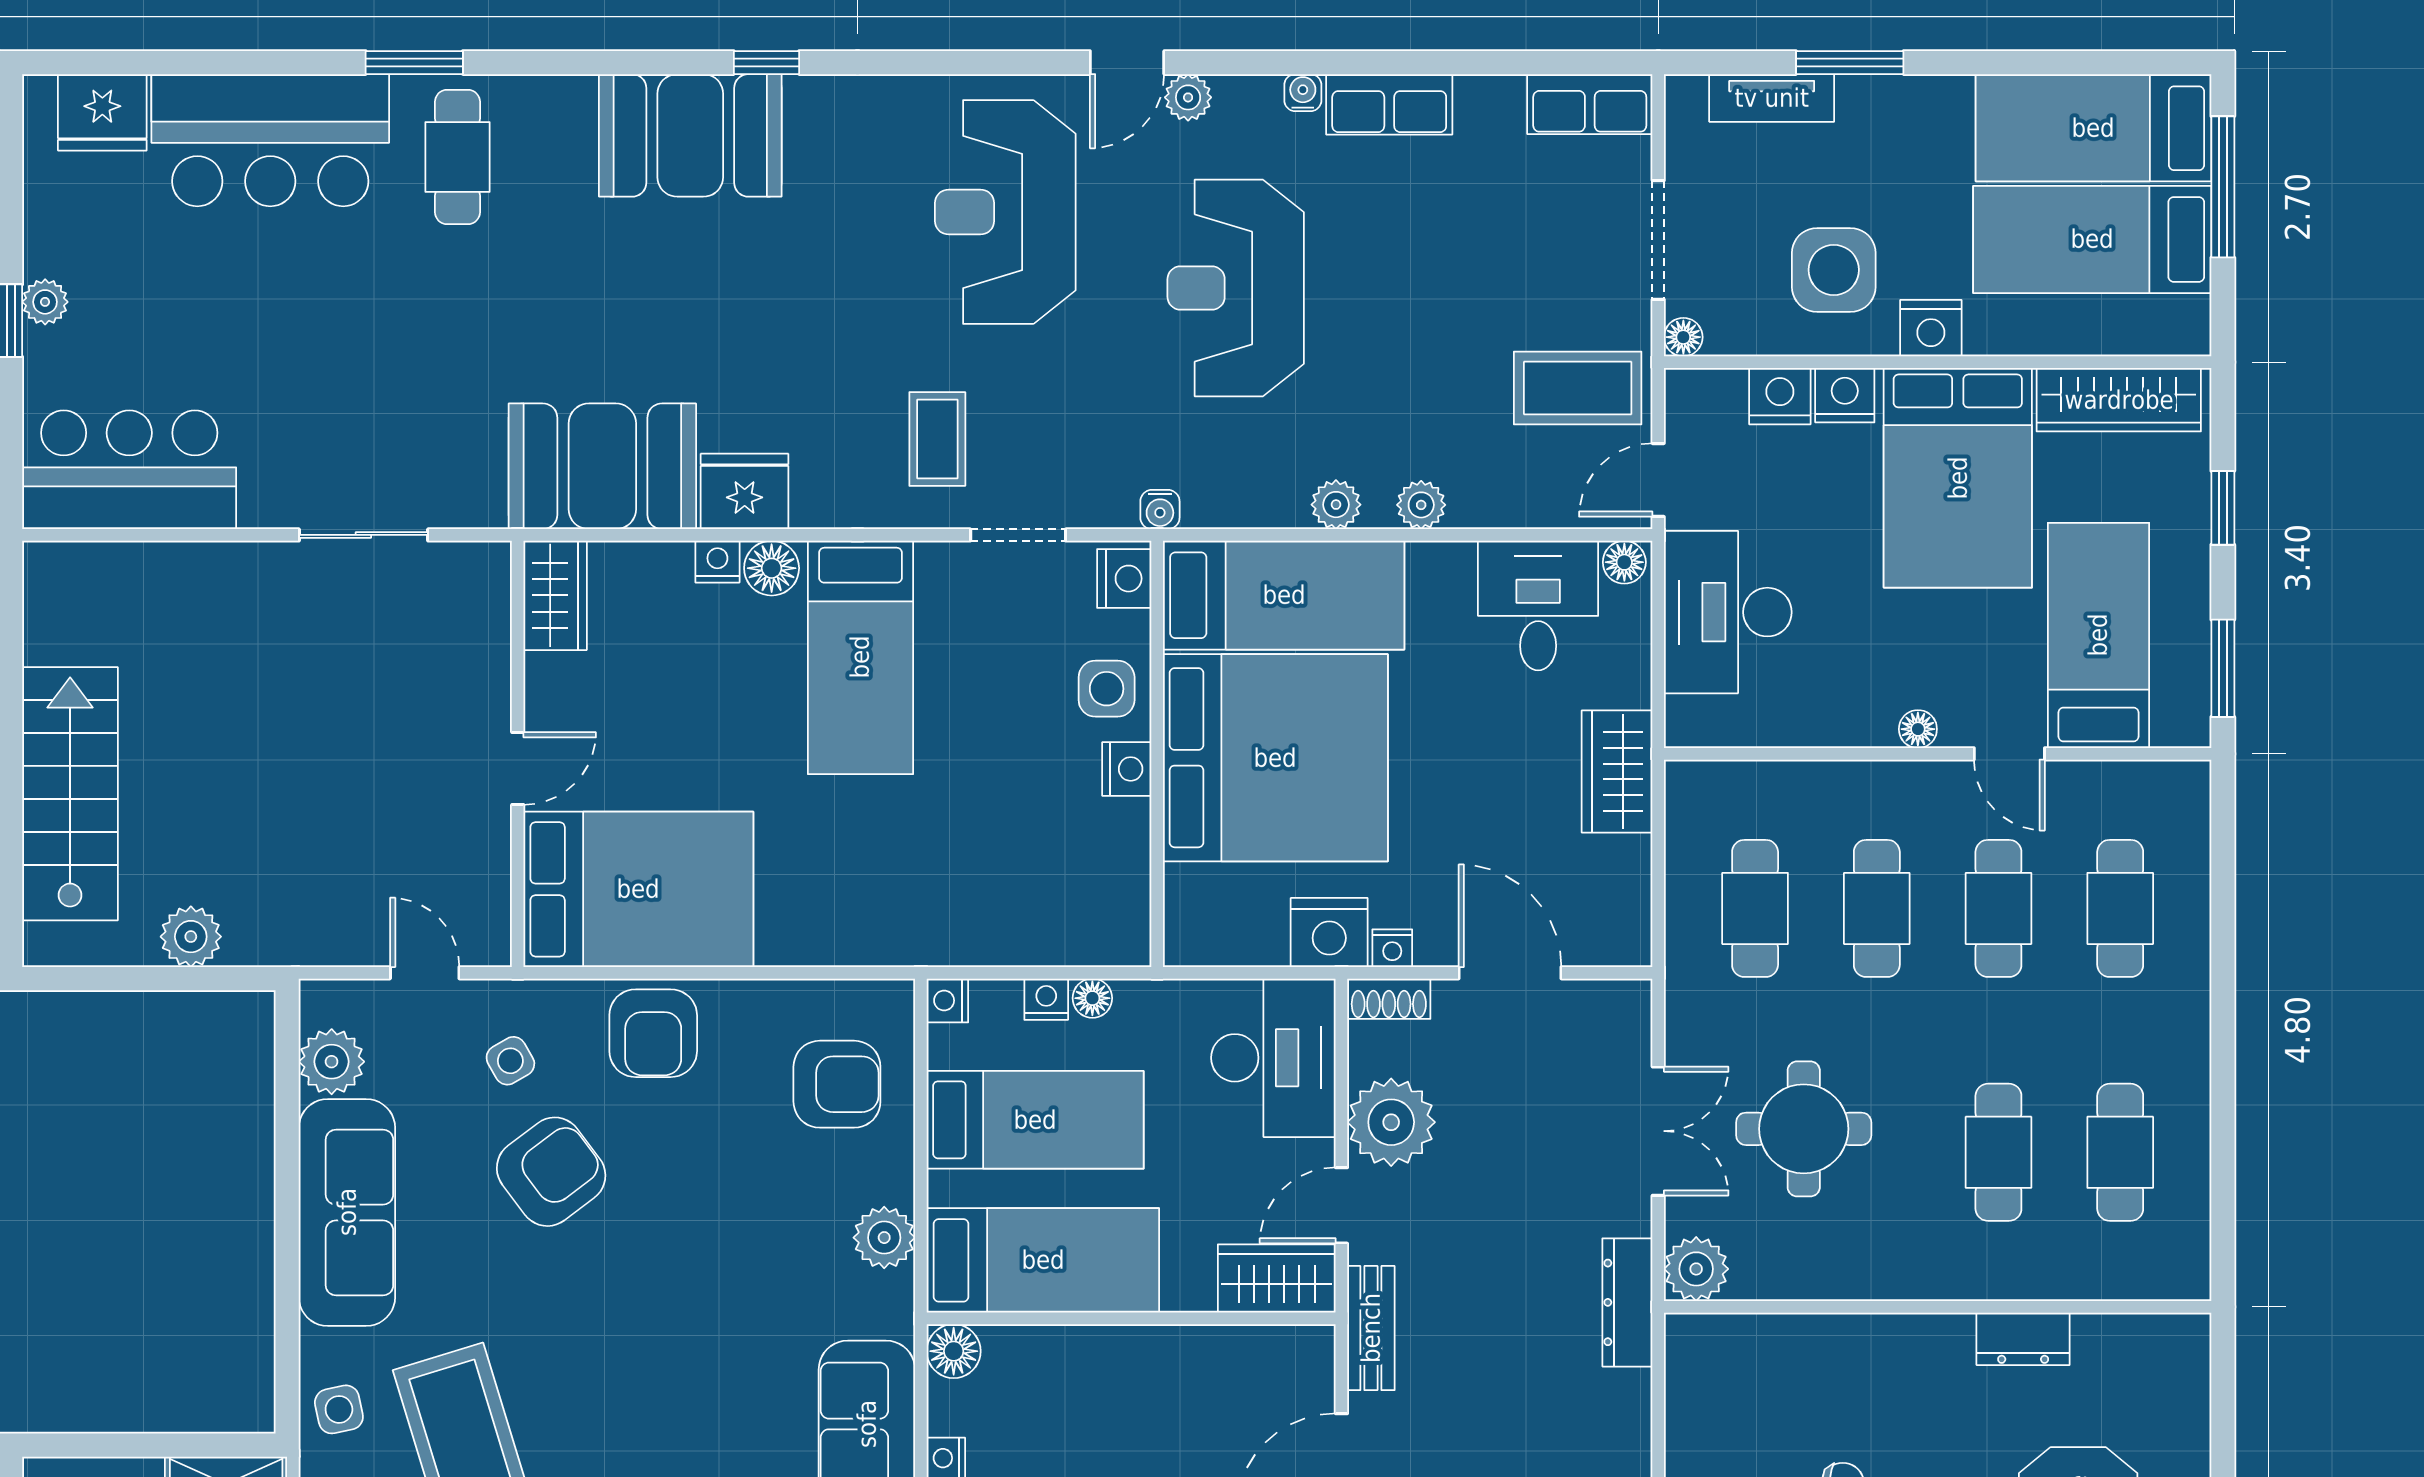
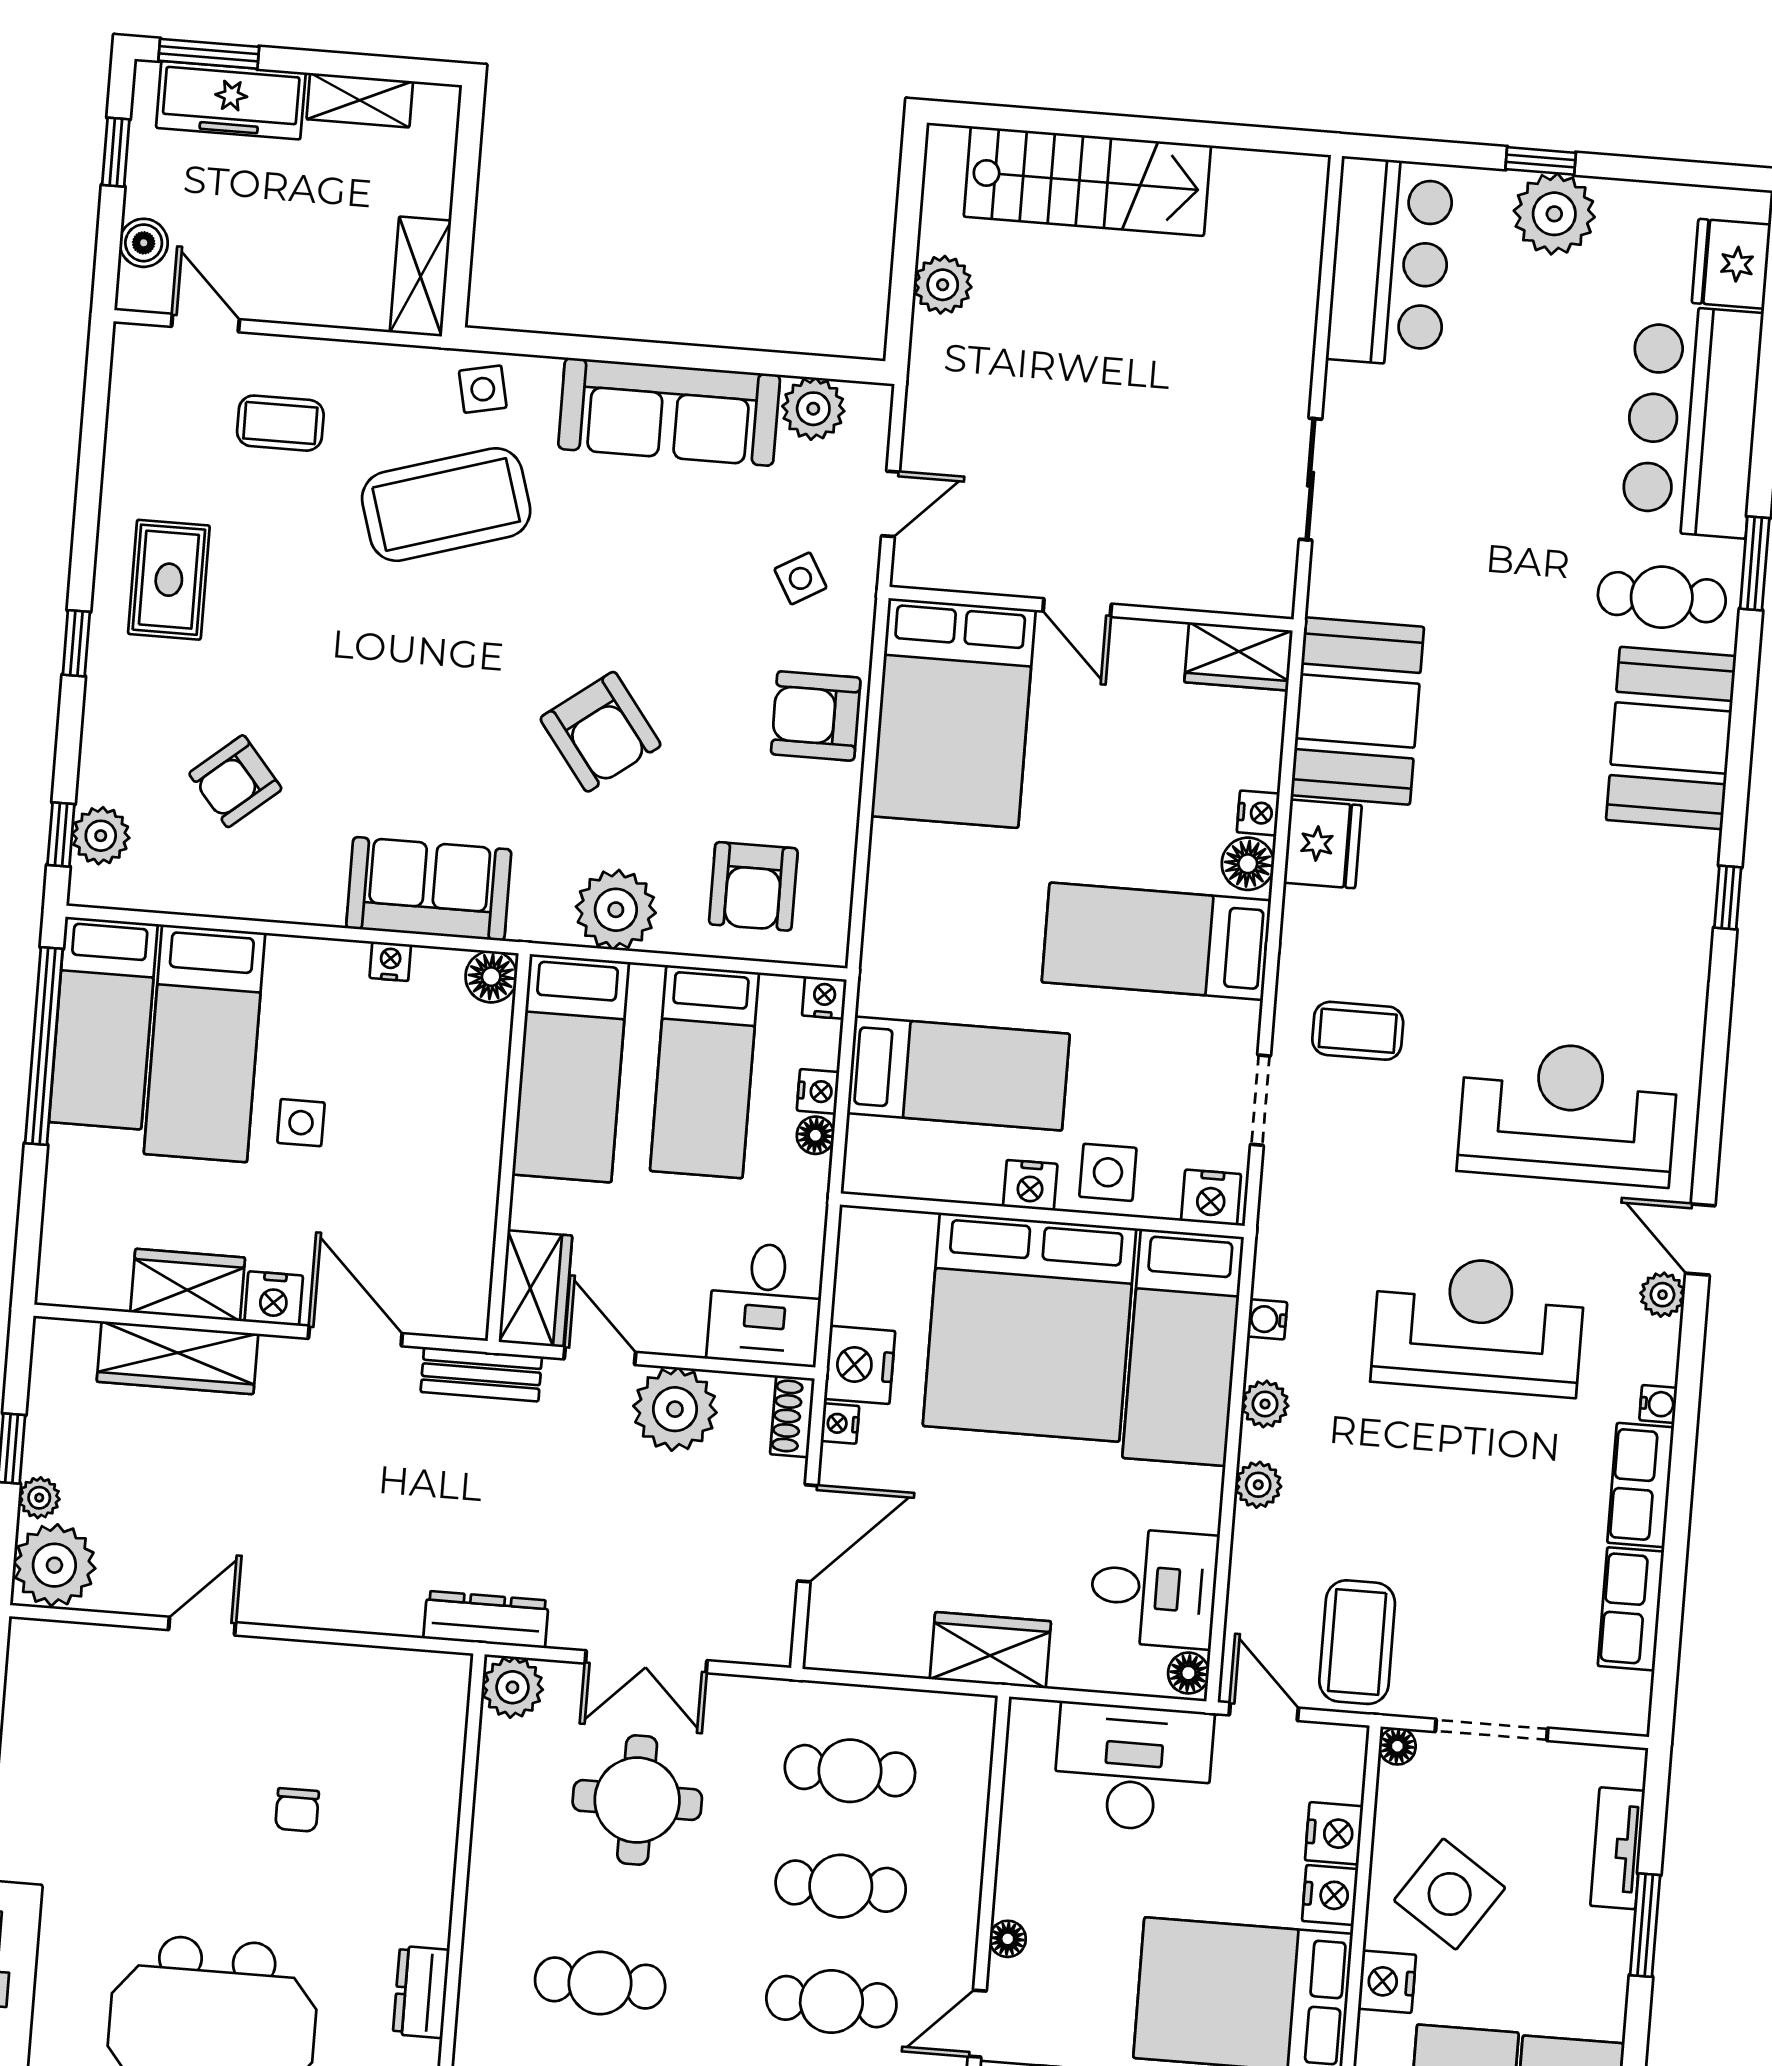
row of seats: (1590, 104) -> (1631, 1609), moved
booth: (690, 135) -> (1671, 738), moved
side table: (1834, 270) -> (1450, 1894), turned 34
plant: (45, 302) -> (1554, 214), width x1.88, depth x1.88
water cooler: (1160, 510) -> (1267, 1319), moved
bed: (1016, 854) -> (958, 1074), added
desk: (1273, 1058) -> (765, 1304), width x0.73
armchair: (551, 1172) -> (601, 732), moved
plant: (884, 1238) -> (616, 910), width x1.36, depth x1.36

